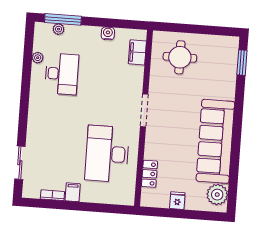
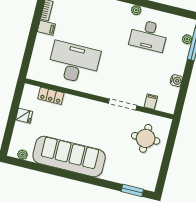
filing cabinet: (137, 52) -> (151, 102), width x0.50
plant: (38, 58) -> (136, 10), moved
doorway: (144, 110) -> (123, 104), moved
plant: (217, 195) -> (22, 155), width x0.53, depth x0.53

